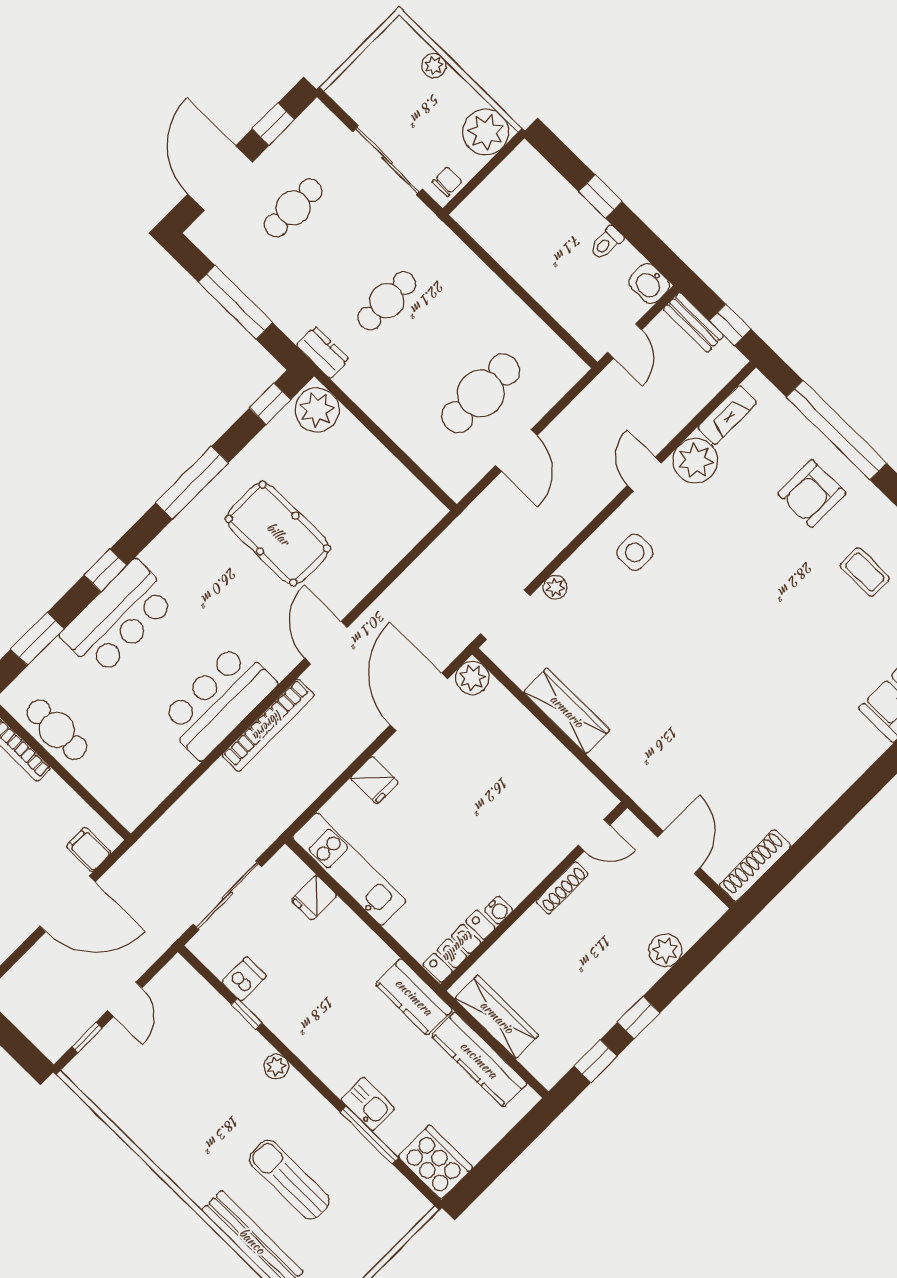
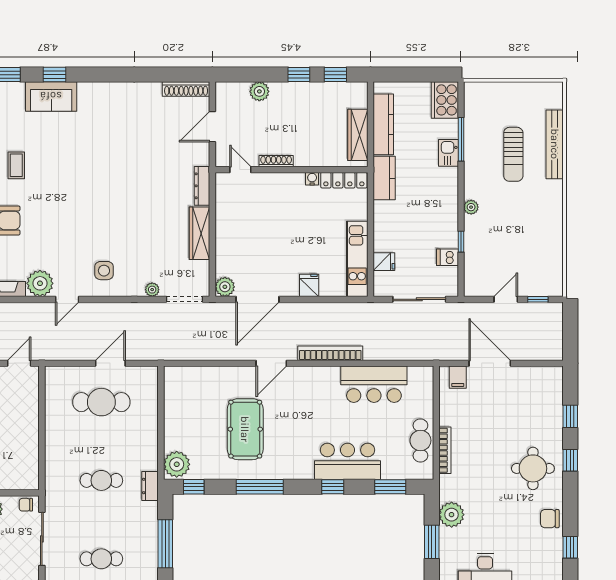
bar counter: (218, 701) -> (374, 384), moved
dresser: (620, 770) -> (202, 186), added

